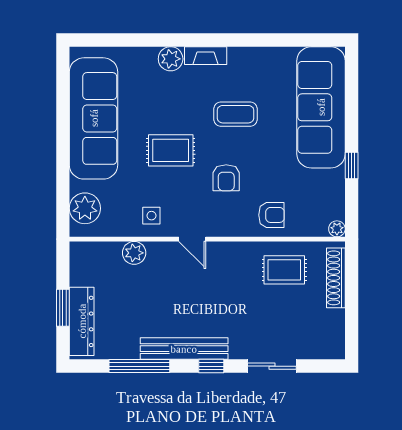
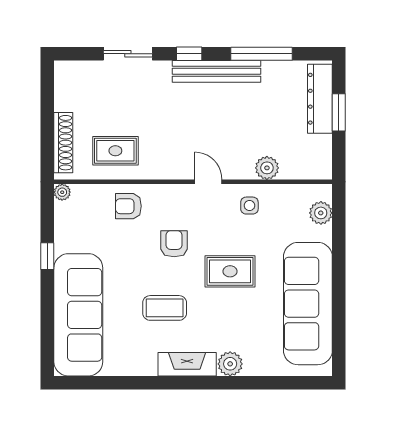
fireplace: (206, 56) -> (187, 364), width x1.37, depth x1.32
plant: (85, 208) -> (321, 213), width x0.73, depth x0.73

